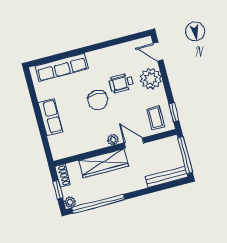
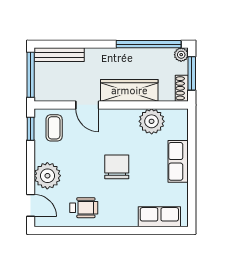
row of seats: (62, 67) -> (159, 217), width x0.68
wheelchair: (121, 83) -> (84, 208), moved
plant: (113, 140) -> (152, 121), moved, width x1.88, depth x1.88
window: (58, 190) -> (192, 73), width x1.50

